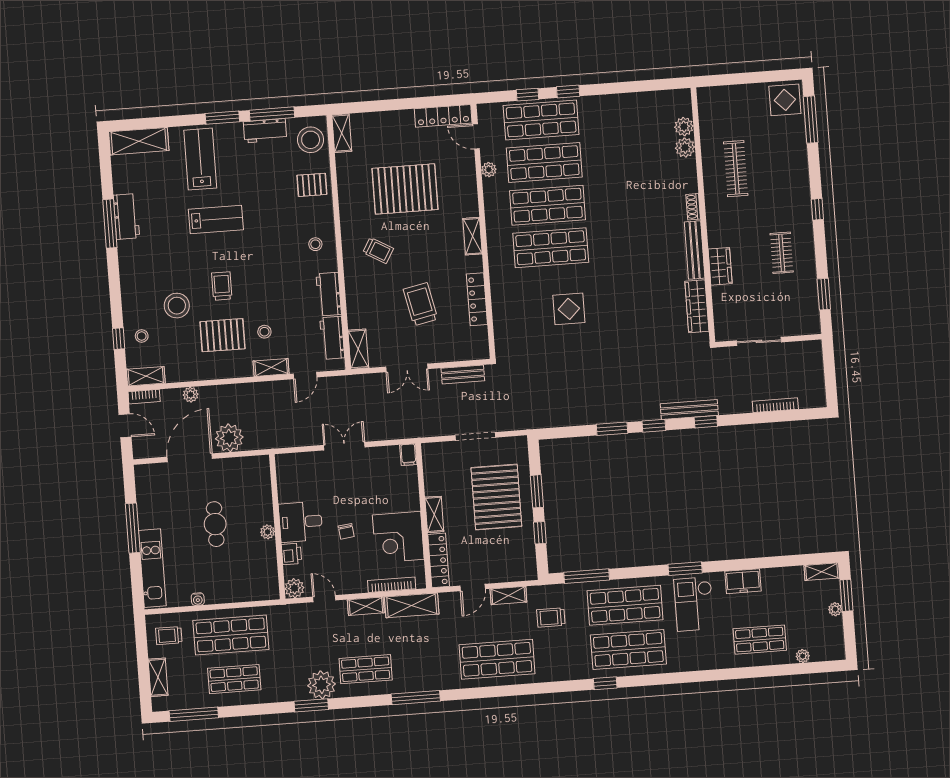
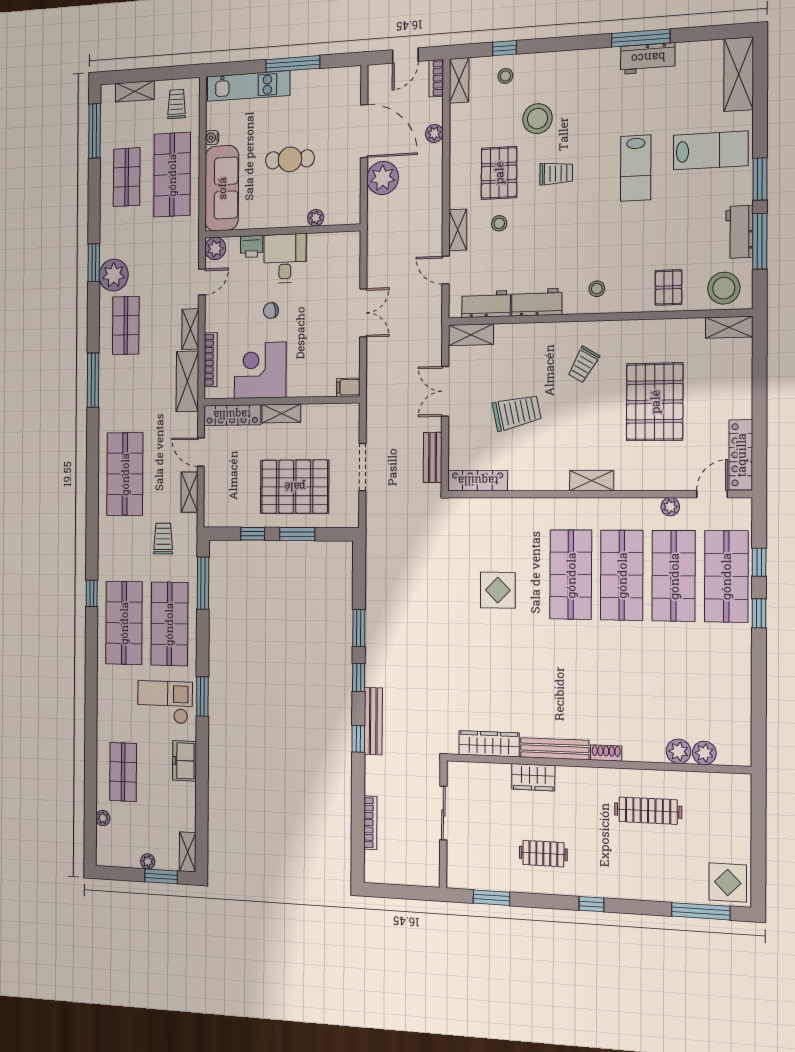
locker: (477, 299) -> (478, 481), moved
plant: (268, 532) -> (316, 218), moved
sofa: (242, 586) -> (222, 188), added

